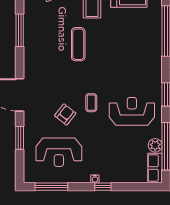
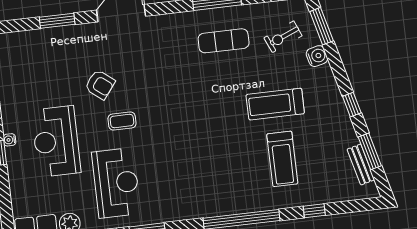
exercise mat: (78, 44) -> (224, 41), moved
reception desk: (59, 152) -> (56, 141), moved

